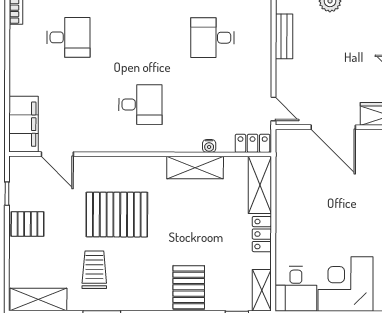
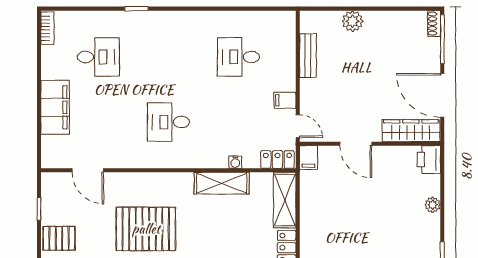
filing cabinet: (260, 82) -> (285, 100), added
desk: (140, 104) -> (168, 122), turned 180
filing cabinet: (24, 124) -> (55, 107), moved
door: (333, 127) -> (356, 144), width x0.73
filing cabinet: (285, 141) -> (309, 157), added

